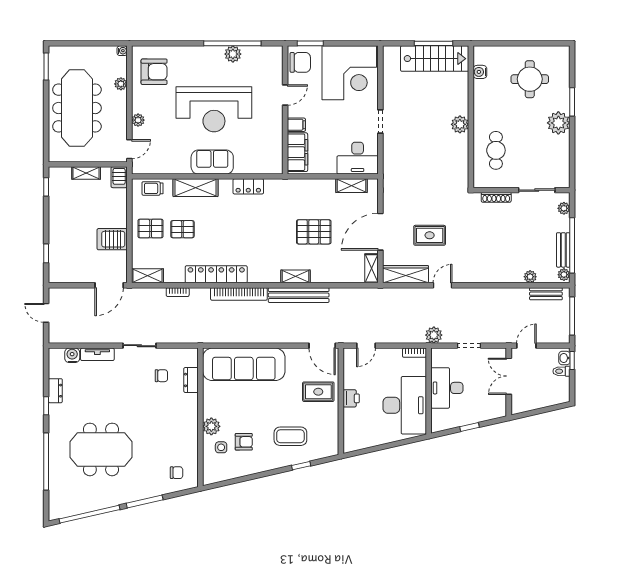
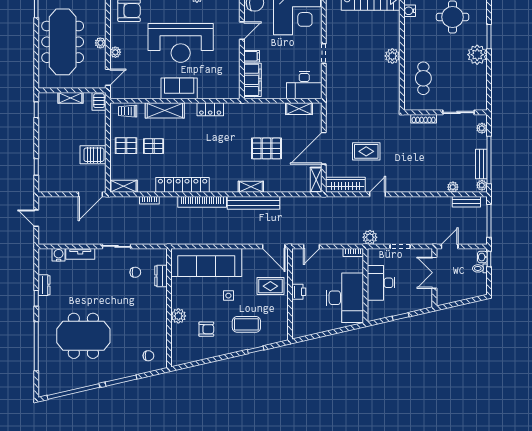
plant: (121, 84) -> (100, 43), moved
side table: (221, 447) -> (228, 296), moved

